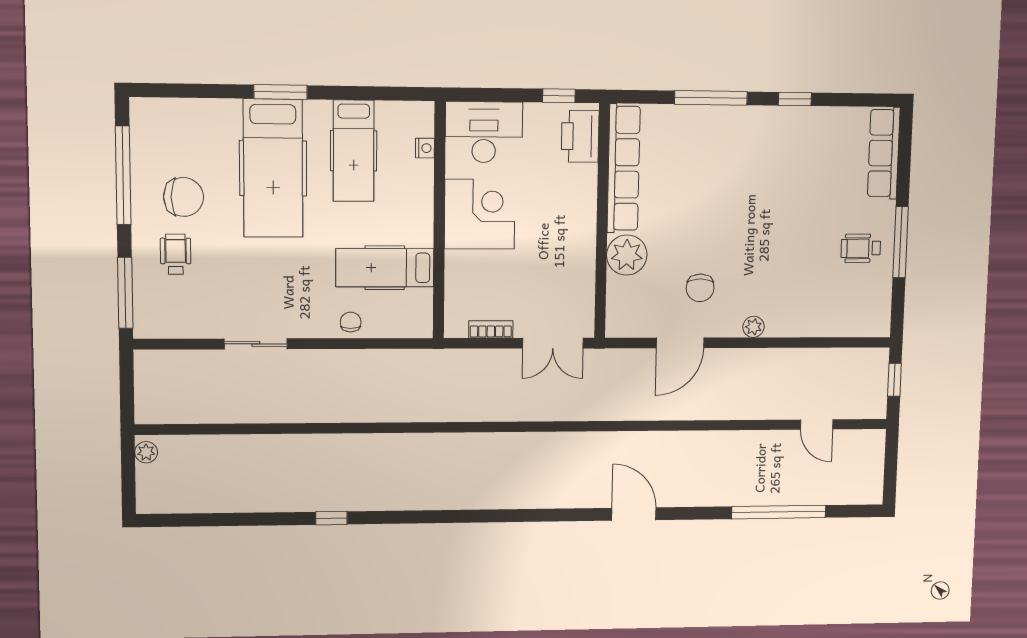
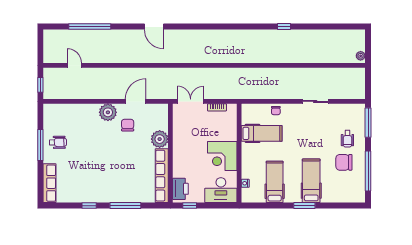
hospital bed: (273, 168) -> (311, 181), width x0.73, depth x0.78
plant: (754, 327) -> (108, 112), width x1.87, depth x1.87

